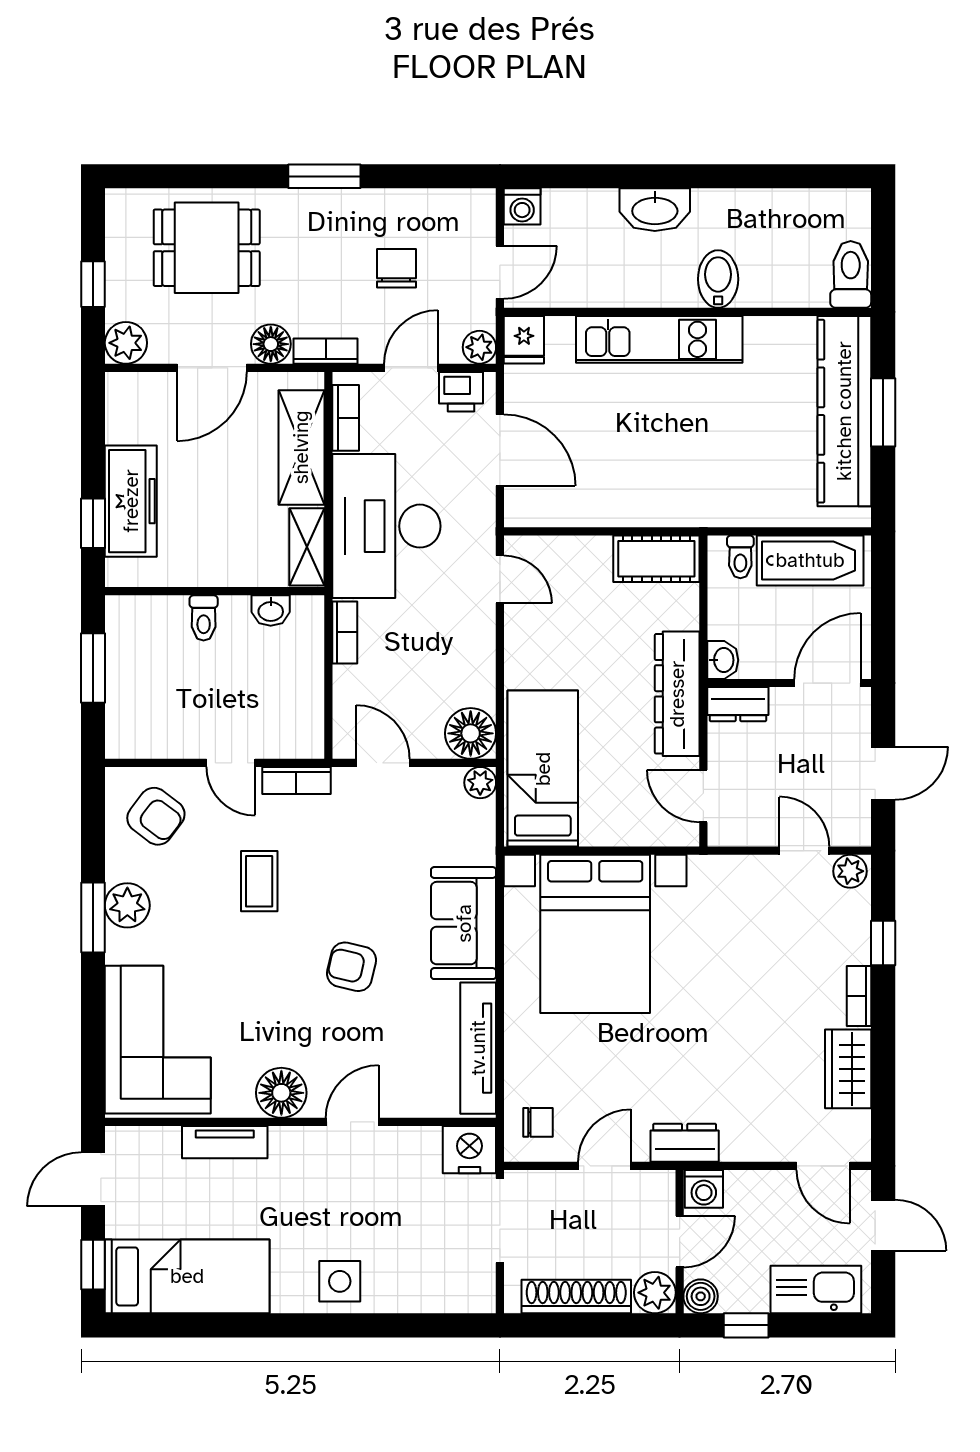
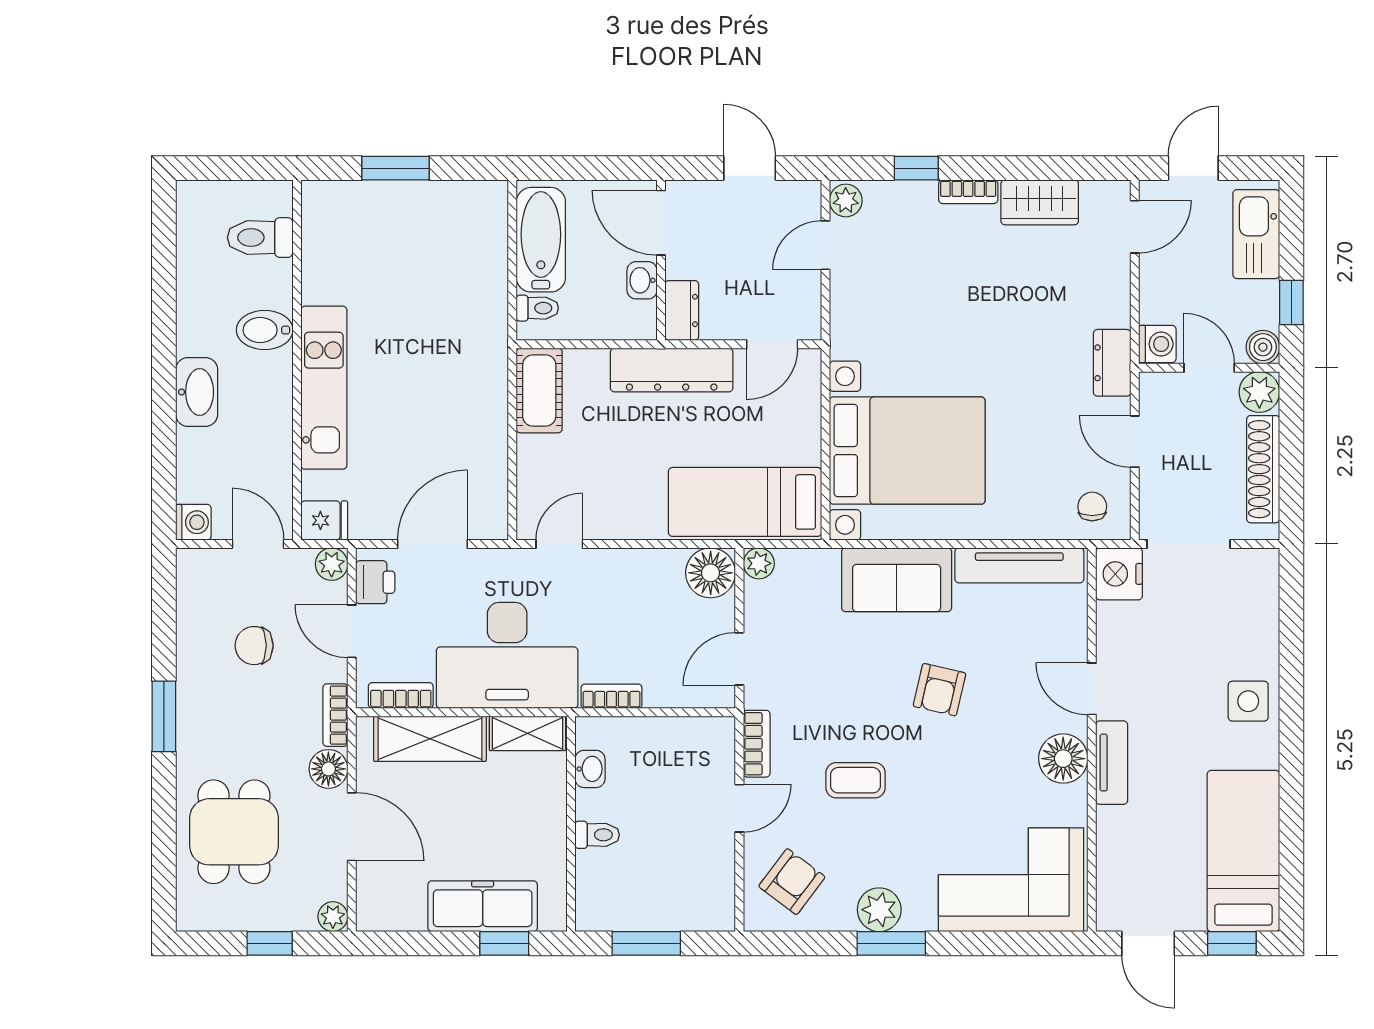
toilet: (851, 274) -> (260, 238), moved
plant: (126, 343) -> (333, 917), width x0.73, depth x0.73
kitchen counter: (844, 411) -> (394, 206), removed
washbasin: (723, 660) -> (642, 280), moved, turned -90
tv unit: (225, 1142) -> (1112, 763), moved

